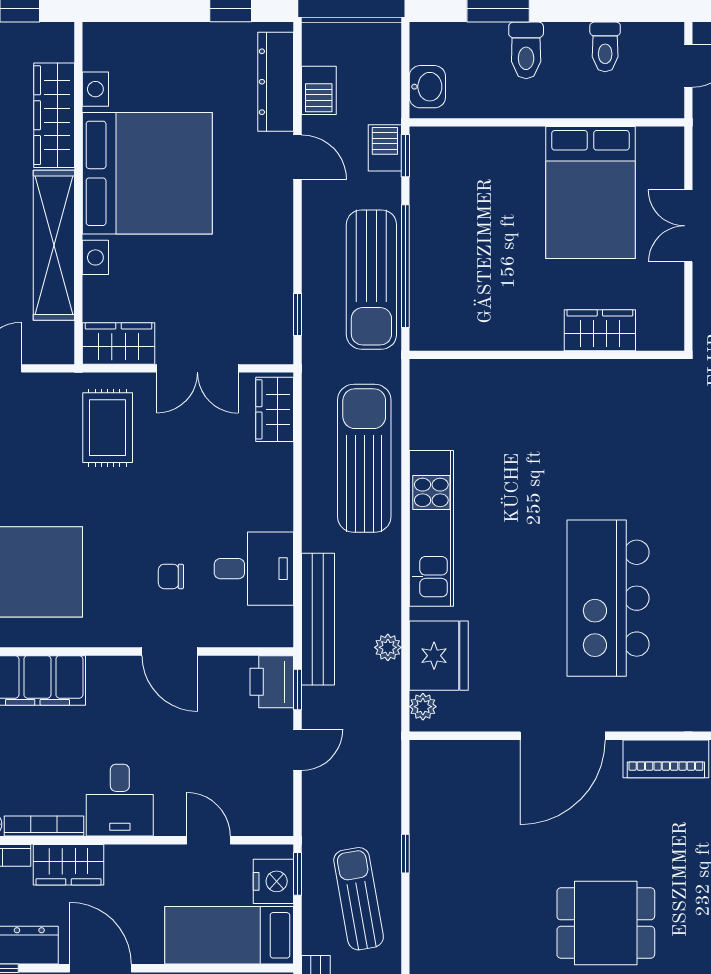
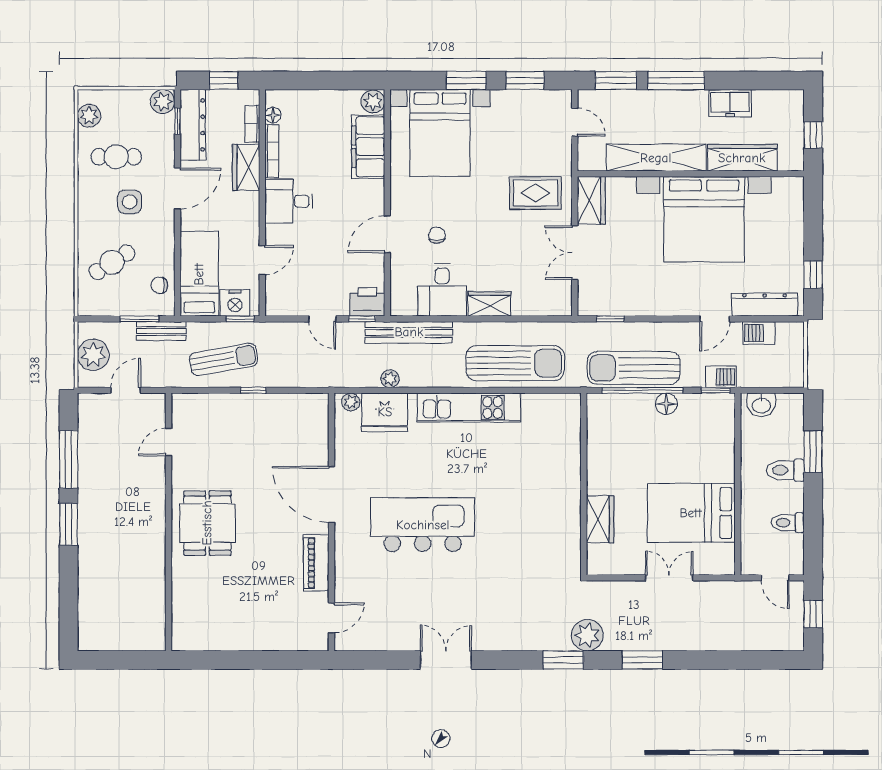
floor lamp: (426, 230) -> (666, 404), added
wardrobe: (275, 409) -> (490, 304), moved

